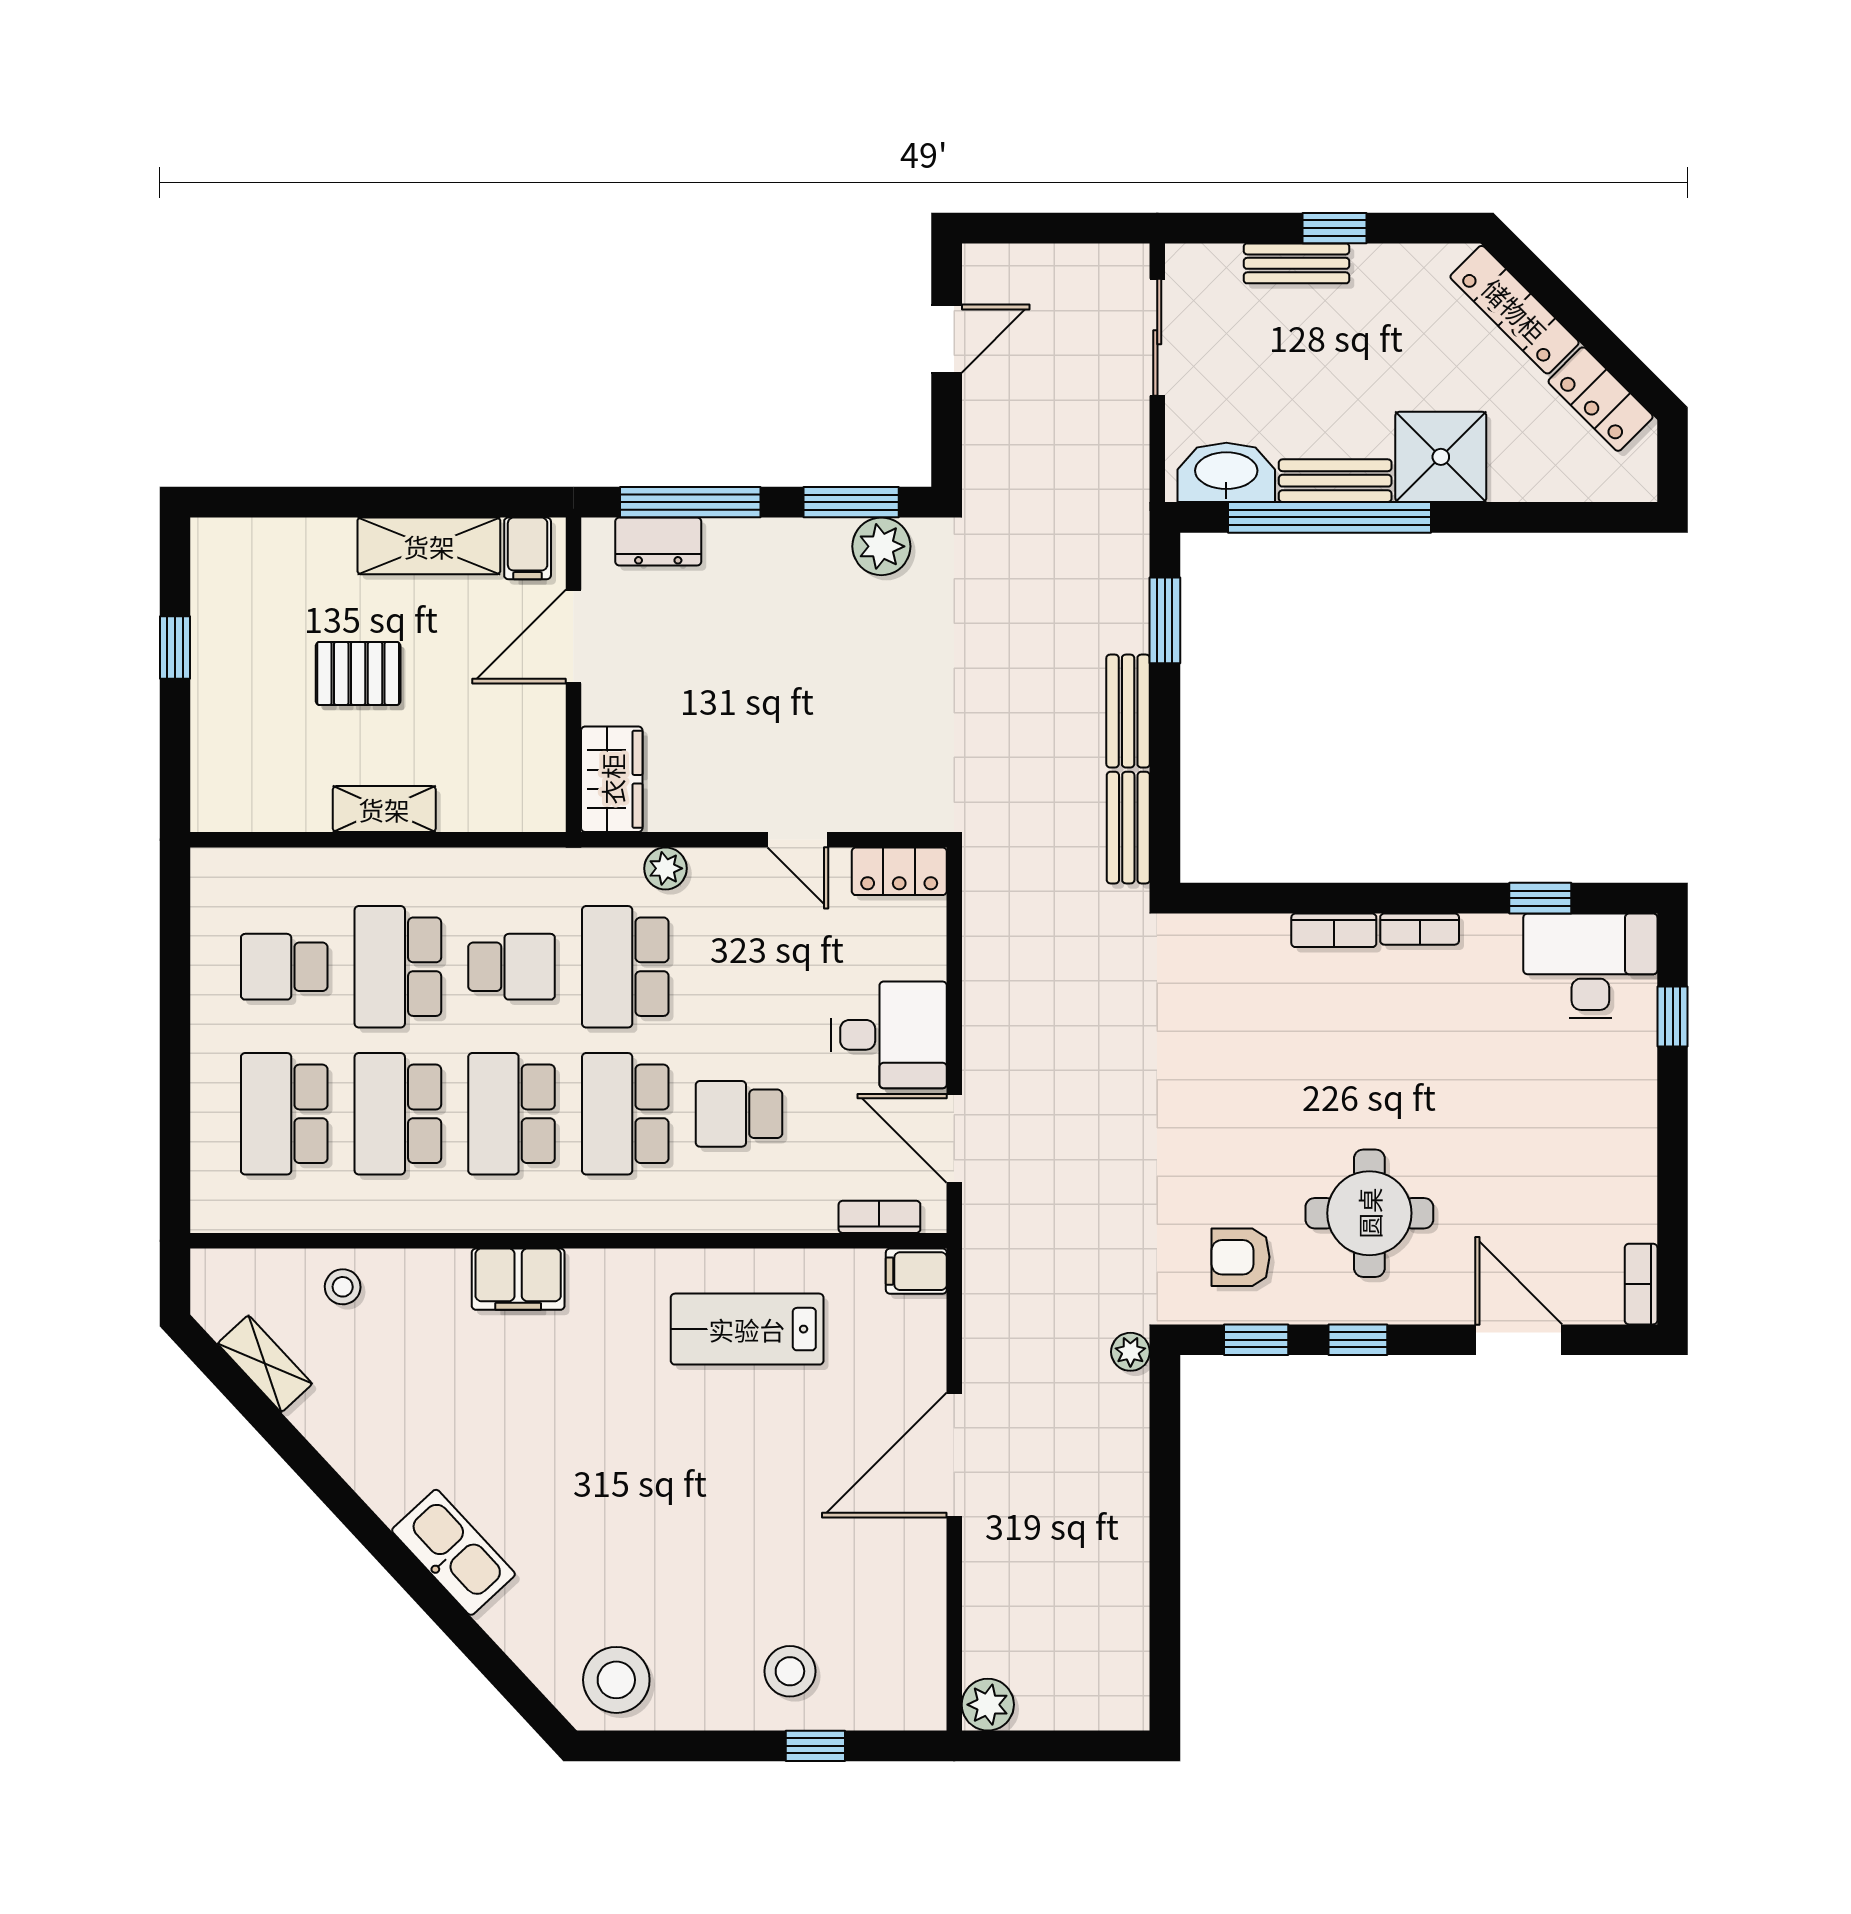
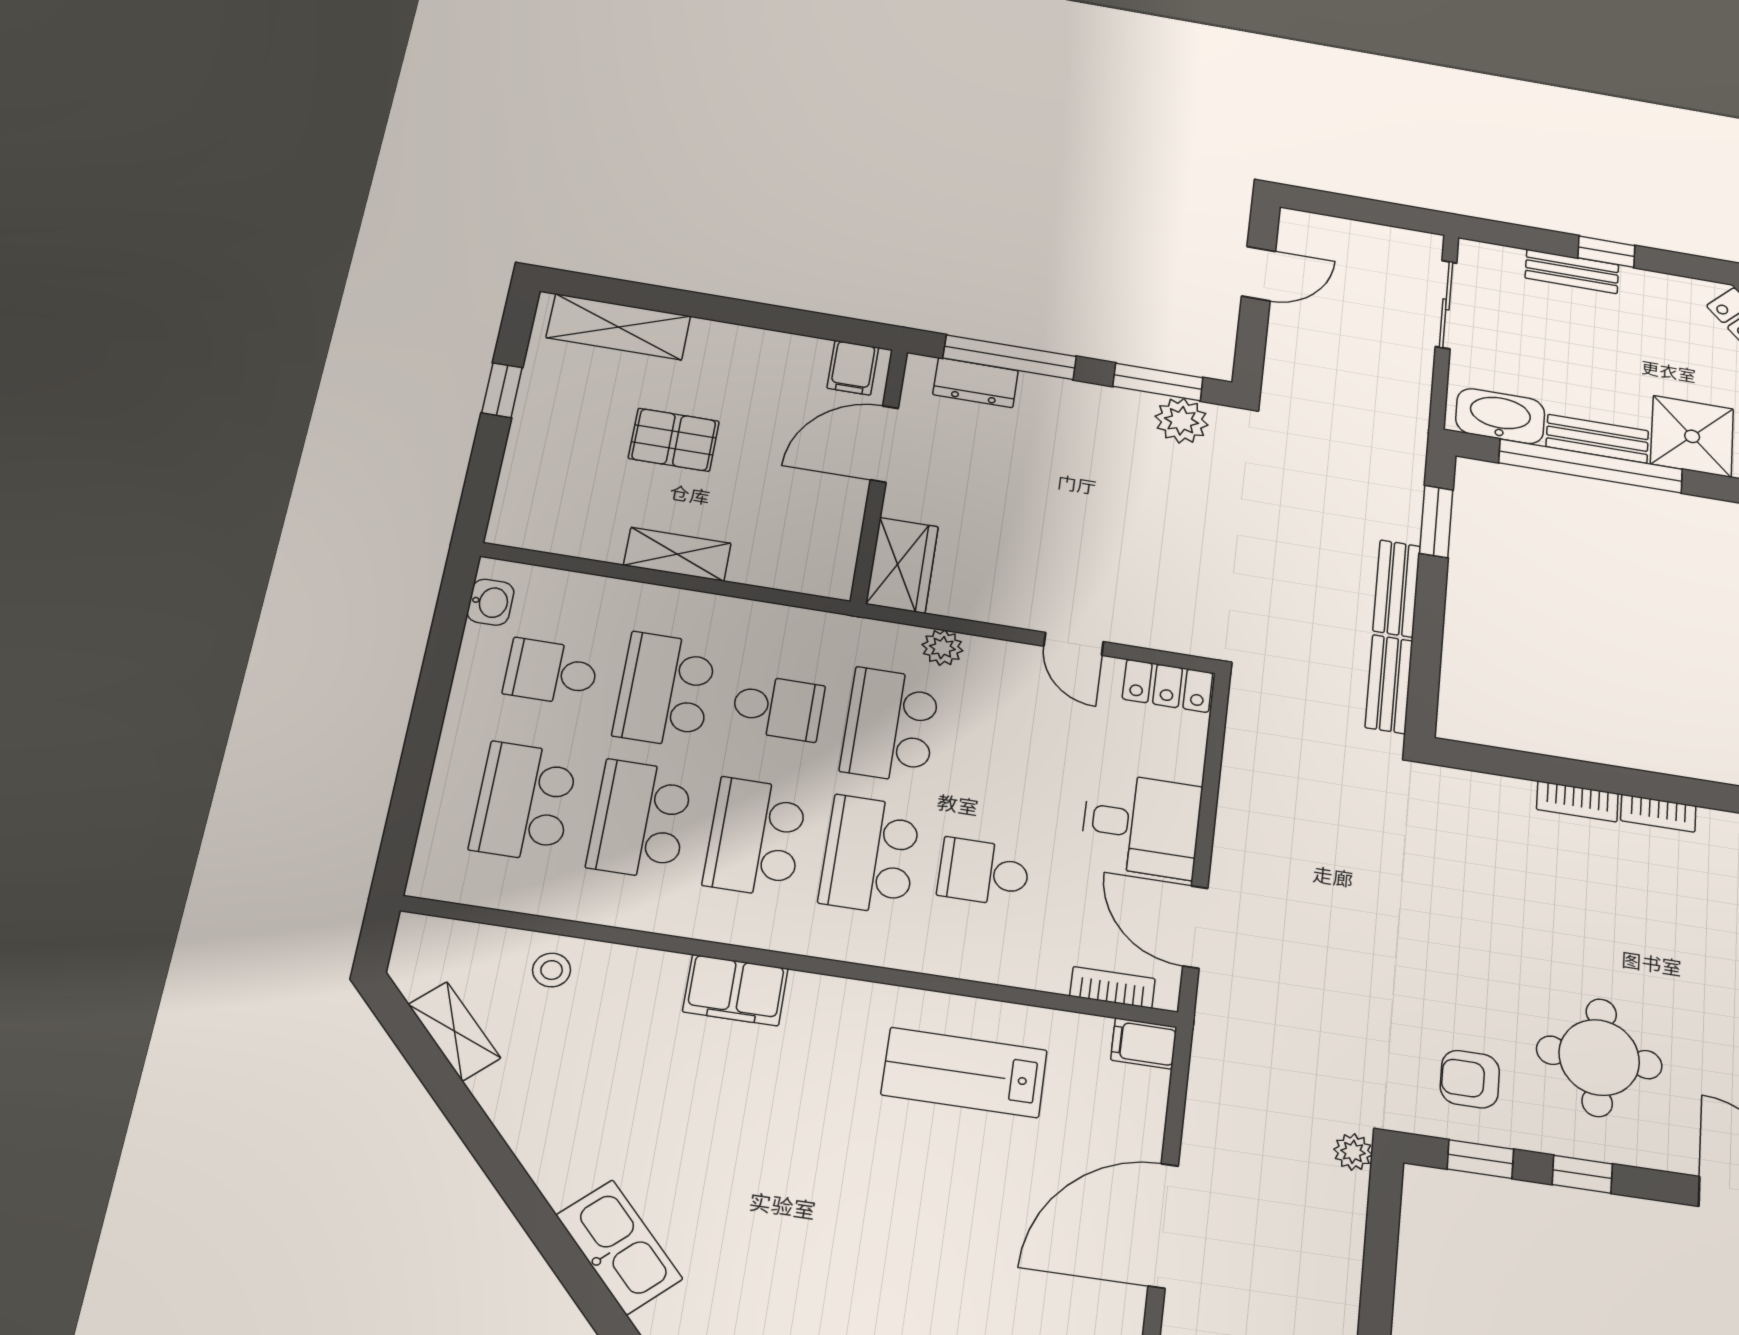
shelving: (429, 546) -> (618, 327), moved
washbasin: (211, 899) -> (491, 602), added

